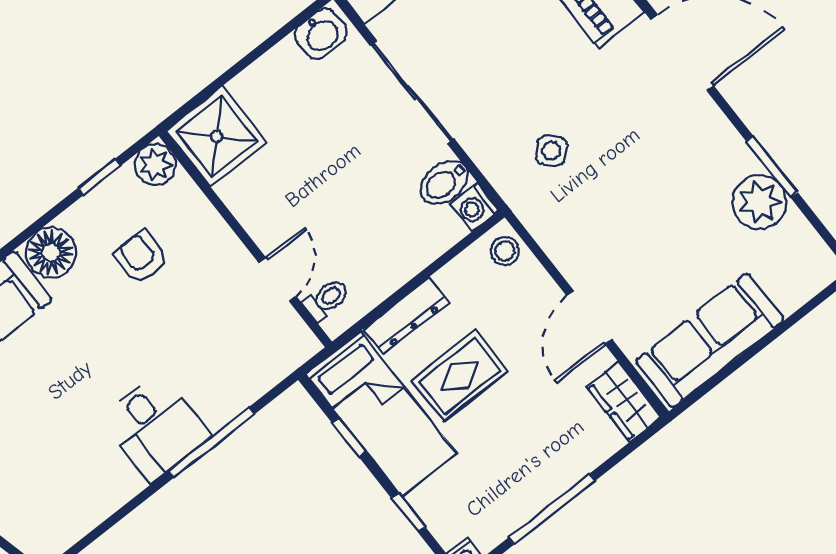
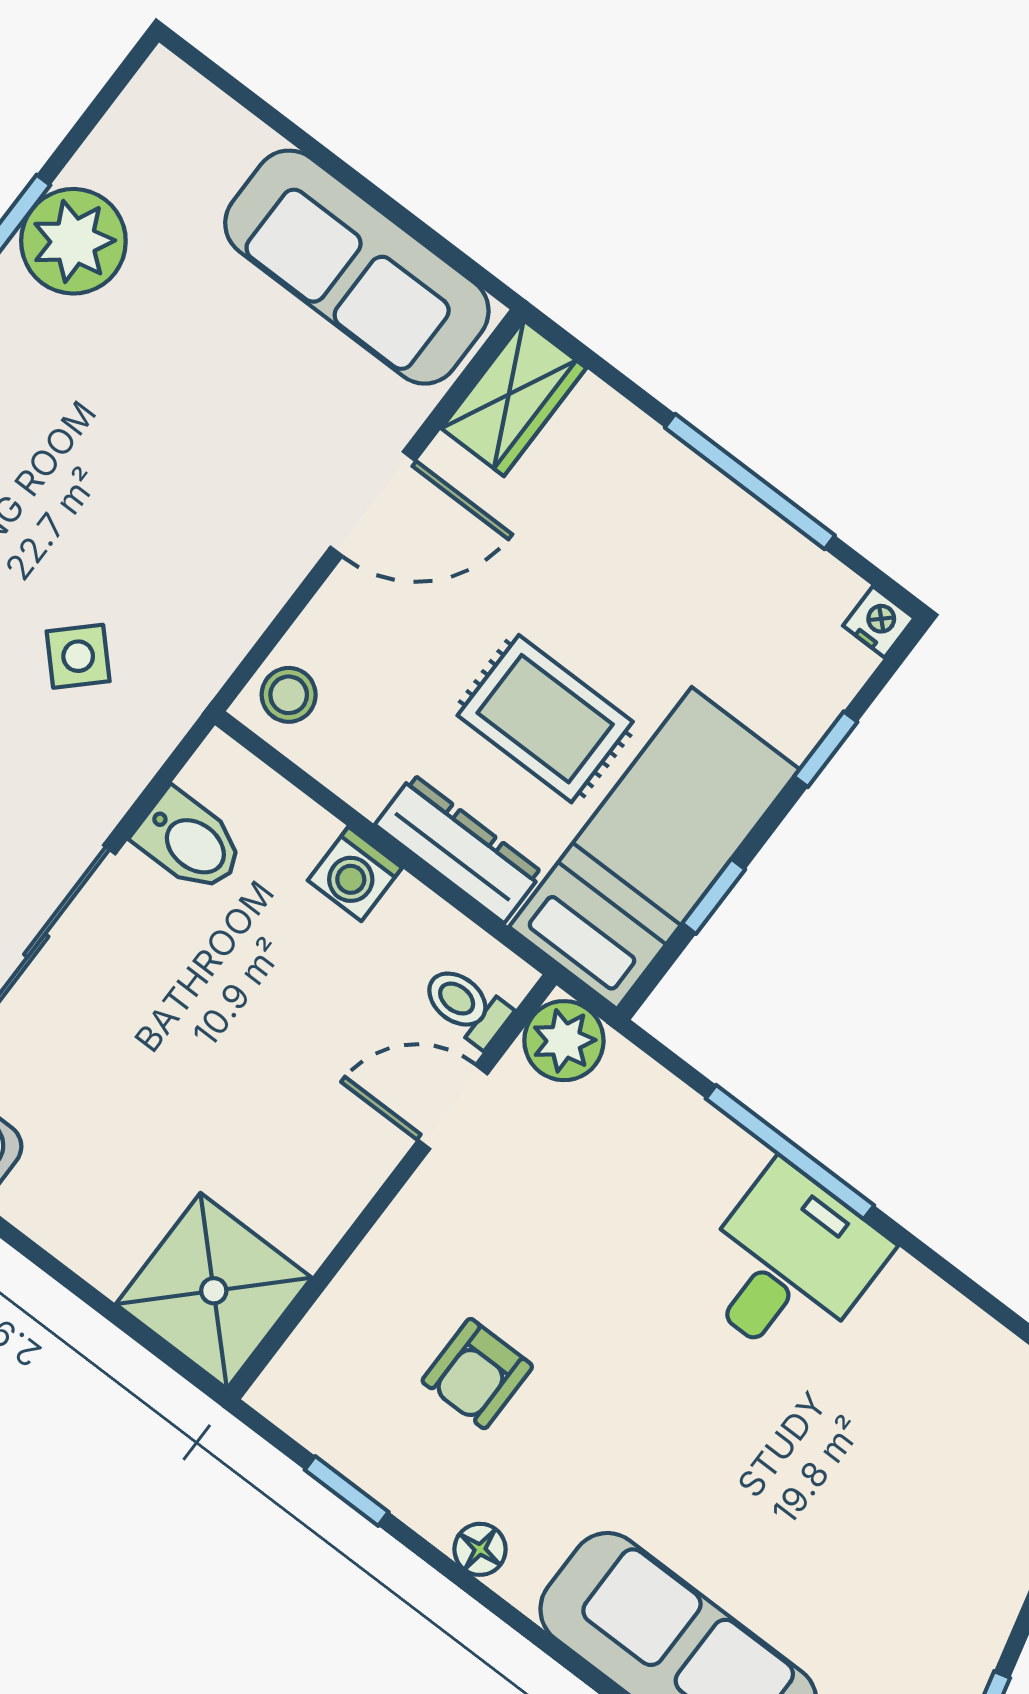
plant: (155, 165) -> (564, 1041), moved
washing machine: (475, 207) -> (355, 874), moved, turned 90
floor lamp: (51, 252) -> (480, 1549), width x0.53, depth x0.53

